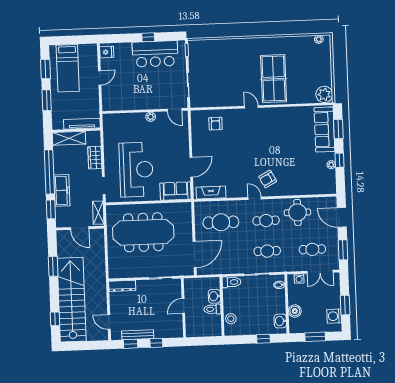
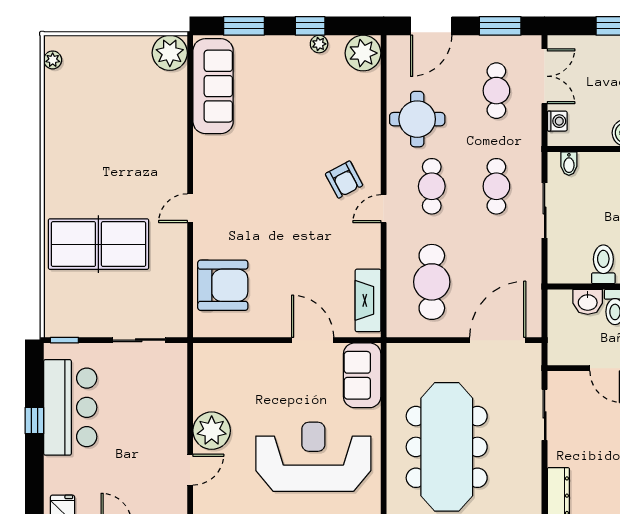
table tennis table: (274, 79) -> (98, 244), moved
door: (175, 110) -> (190, 470), moved
plant: (151, 117) -> (212, 431), width x1.88, depth x1.88
armchair: (216, 124) -> (223, 285), width x1.88, depth x1.88
sofa: (324, 129) -> (213, 86), moved, turned -90
plant: (328, 186) -> (363, 53), added
door: (195, 254) -> (498, 340), hinge flipped
toilet: (231, 282) -> (603, 264), moved

